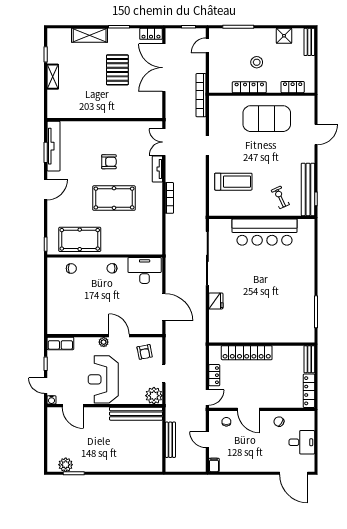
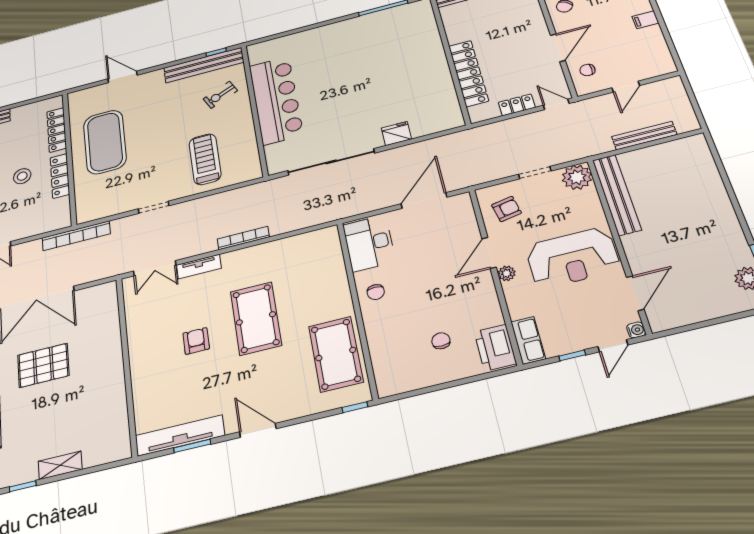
locker: (293, 87) -> (57, 130), width x1.53
chair: (71, 268) -> (441, 341), moved
printer: (61, 325) -> (495, 348), added
filing cabinet: (214, 465) -> (645, 20), moved

